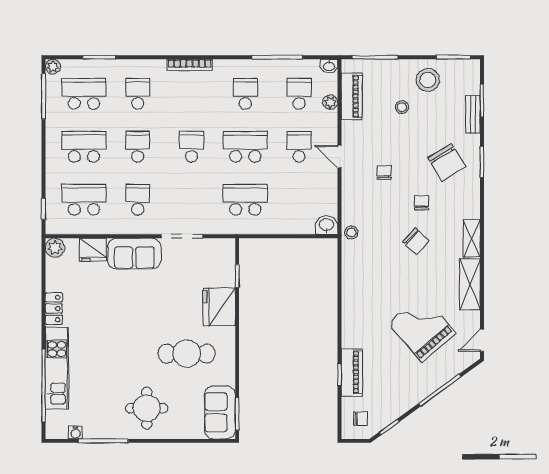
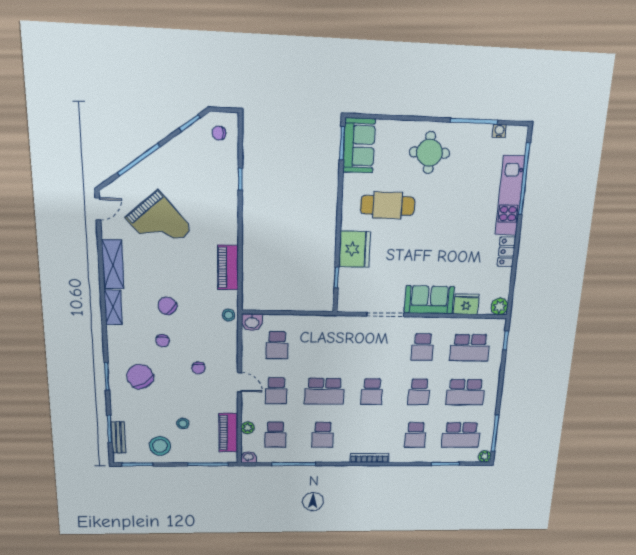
bench: (473, 114) -> (118, 437), moved
school desk: (245, 200) -> (277, 345), moved, width x0.54
piano: (352, 372) -> (228, 268), moved

